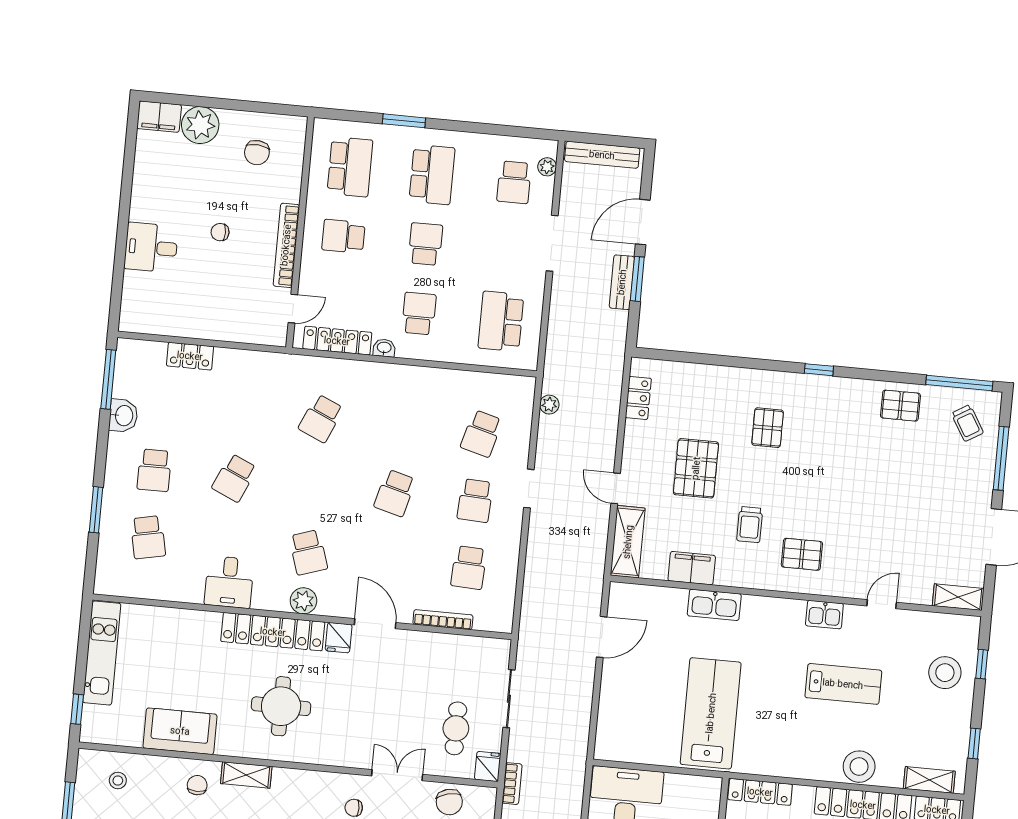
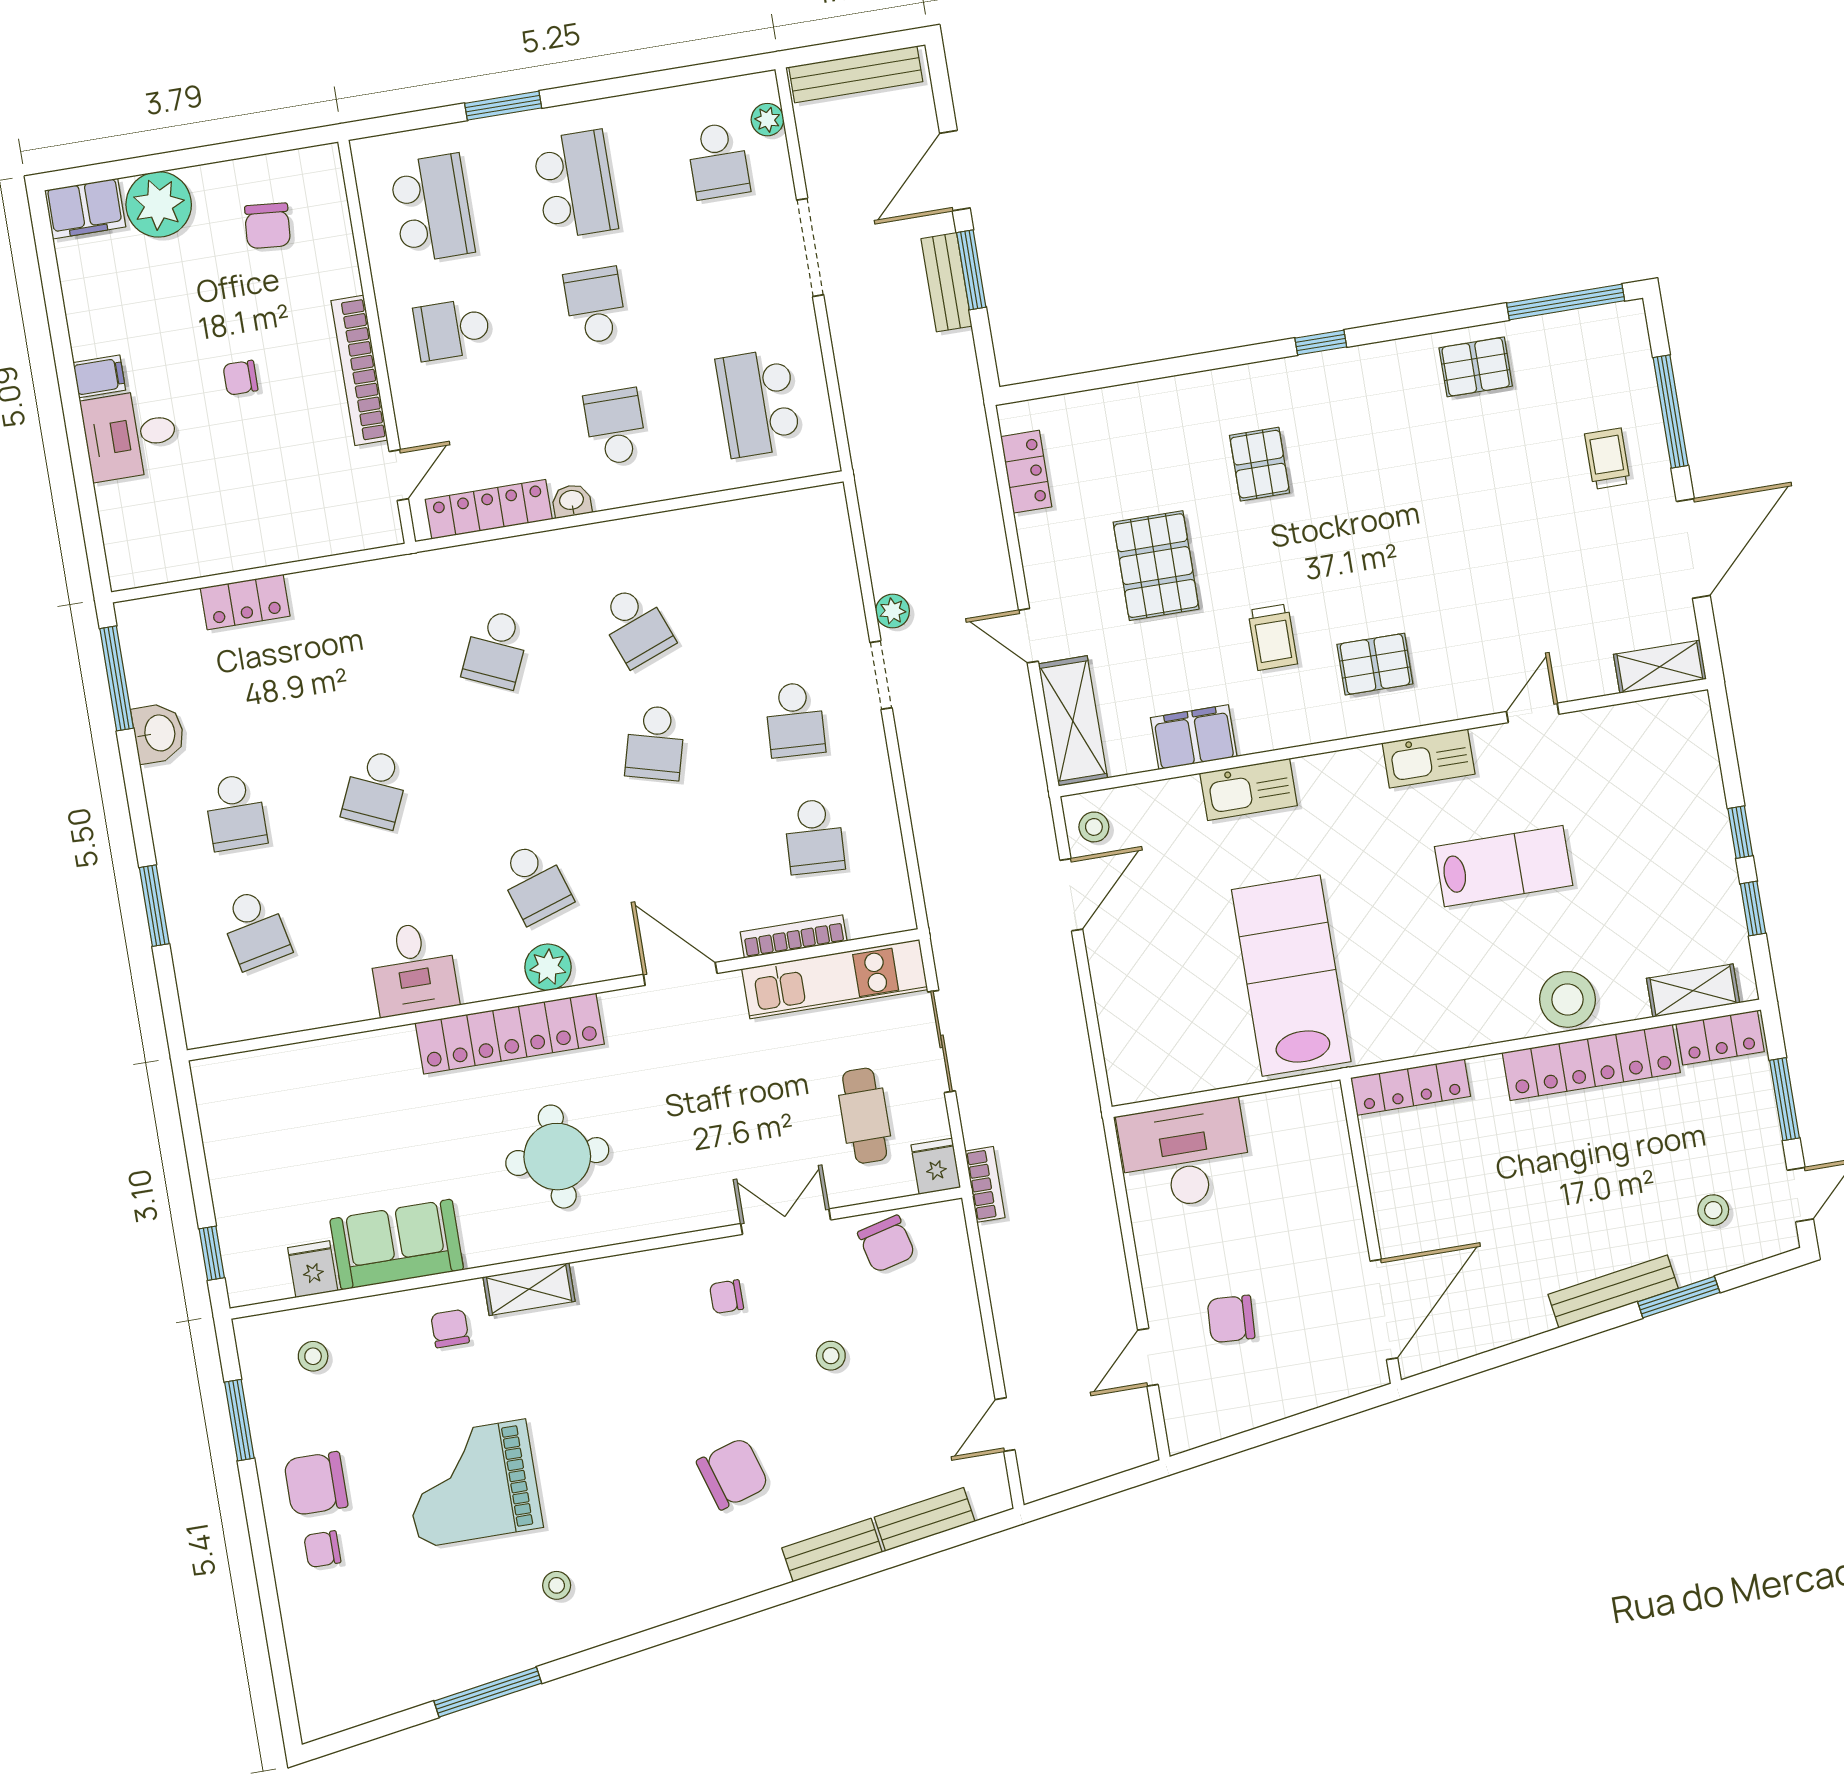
filing cabinet: (143, 211) -> (99, 376), added
plant: (549, 405) -> (893, 611), moved
trolley: (967, 423) -> (1607, 459), moved, turned -149
school desk: (481, 434) -> (636, 626), moved, turned -36
kitchen sink: (824, 615) -> (1429, 759), width x1.38
fridge: (339, 638) -> (313, 1269), moved, turned 180
kitchen unit: (102, 653) -> (835, 979), moved, turned 90
window: (982, 664) -> (1740, 832), moved
stool: (945, 673) -> (1094, 827), moved, width x0.53, depth x0.53

